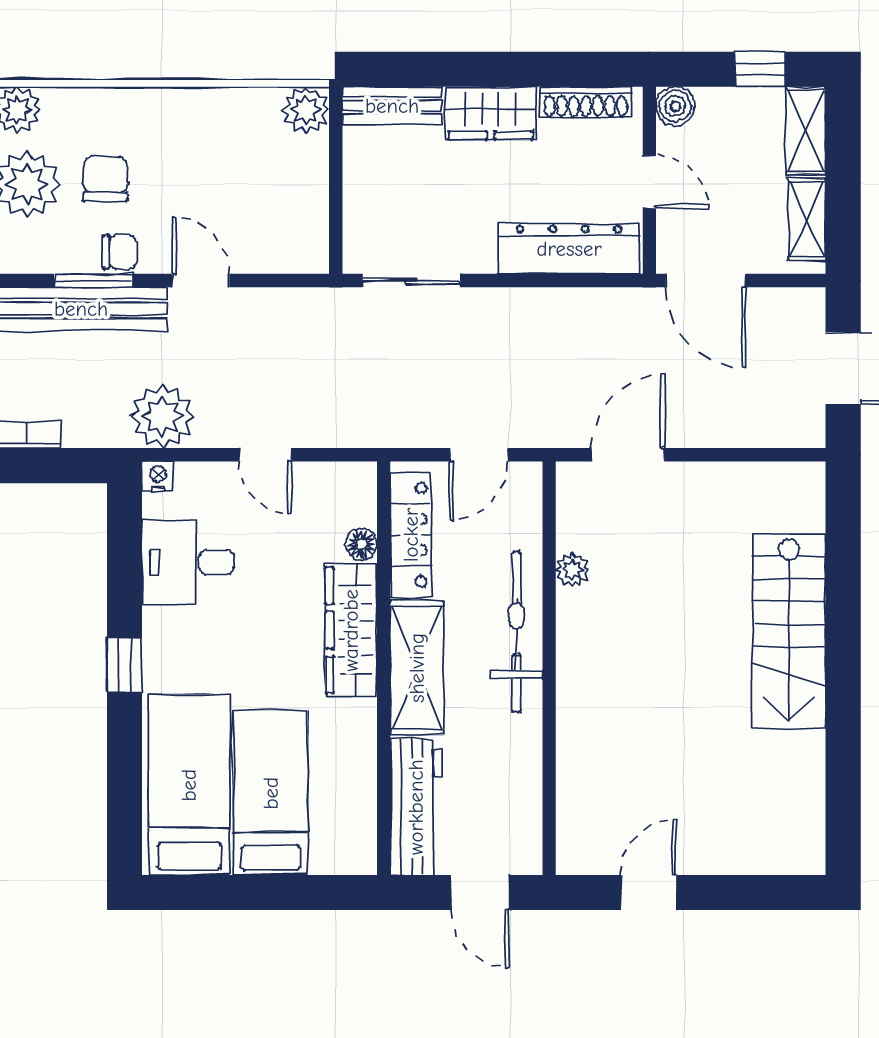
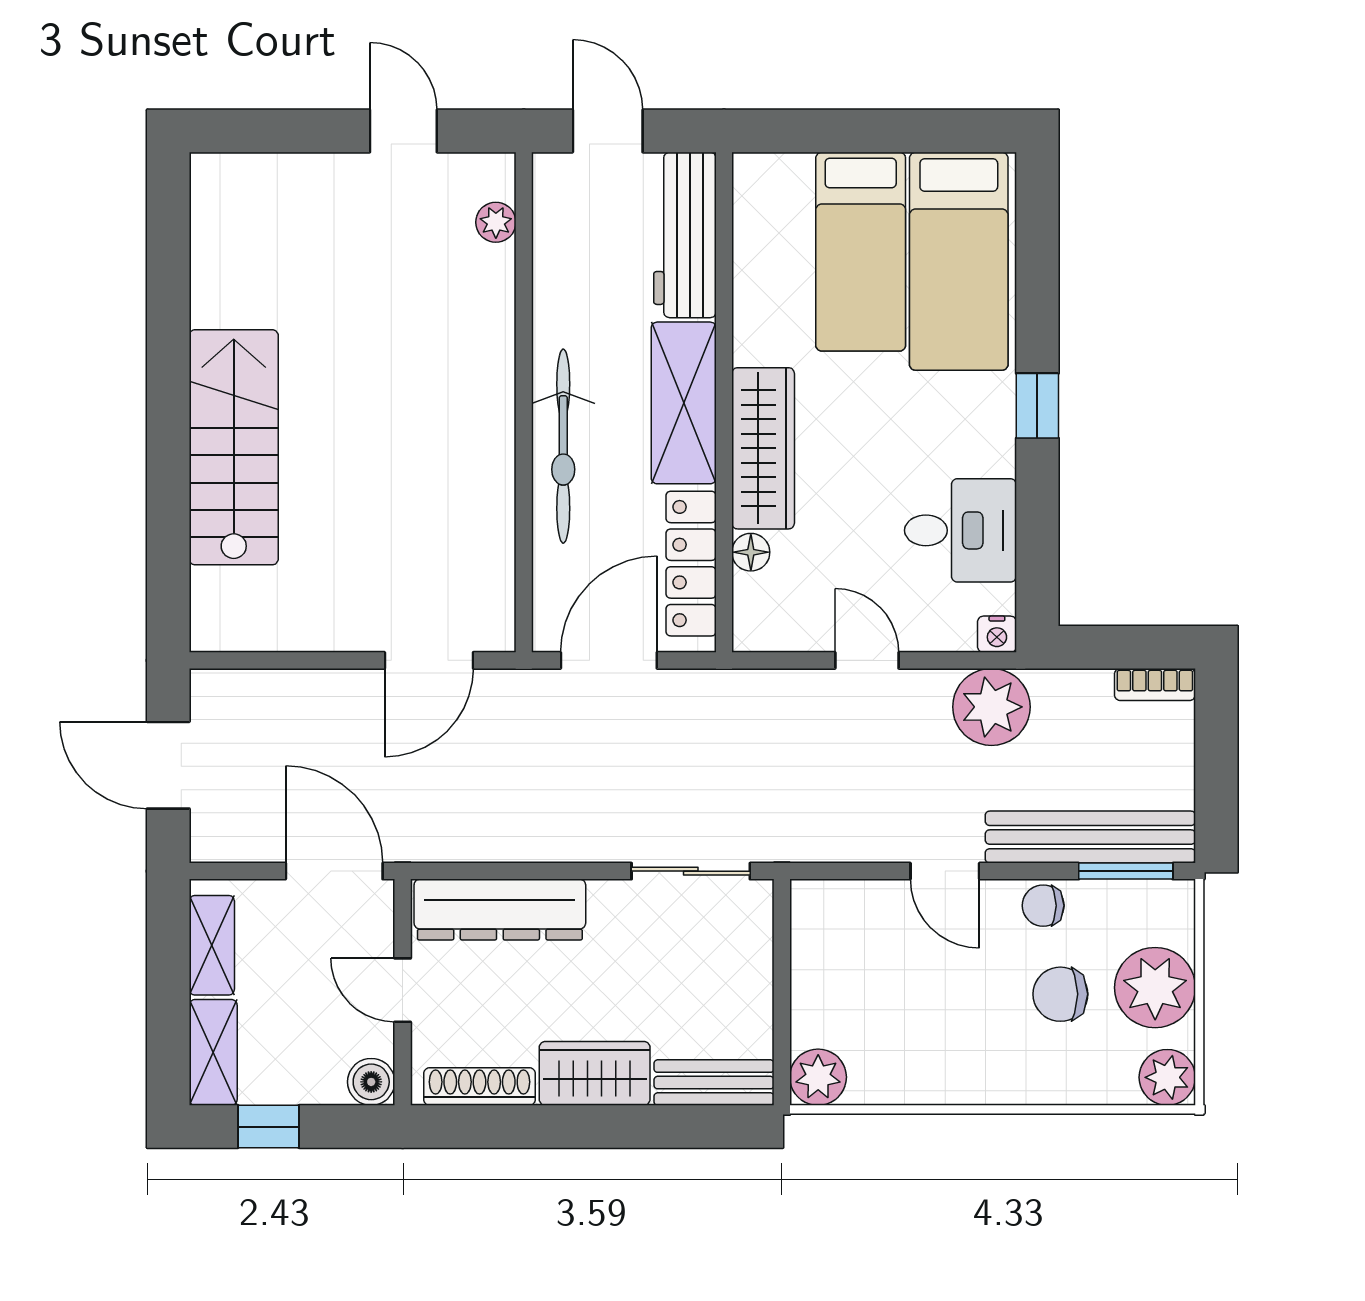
chair: (105, 179) -> (1060, 994), turned 90
window: (93, 281) -> (1126, 871), moved
door: (479, 455) -> (609, 660), width x1.38
plant: (572, 570) -> (496, 222), moved
door: (649, 892) -> (403, 131), swing flipped

